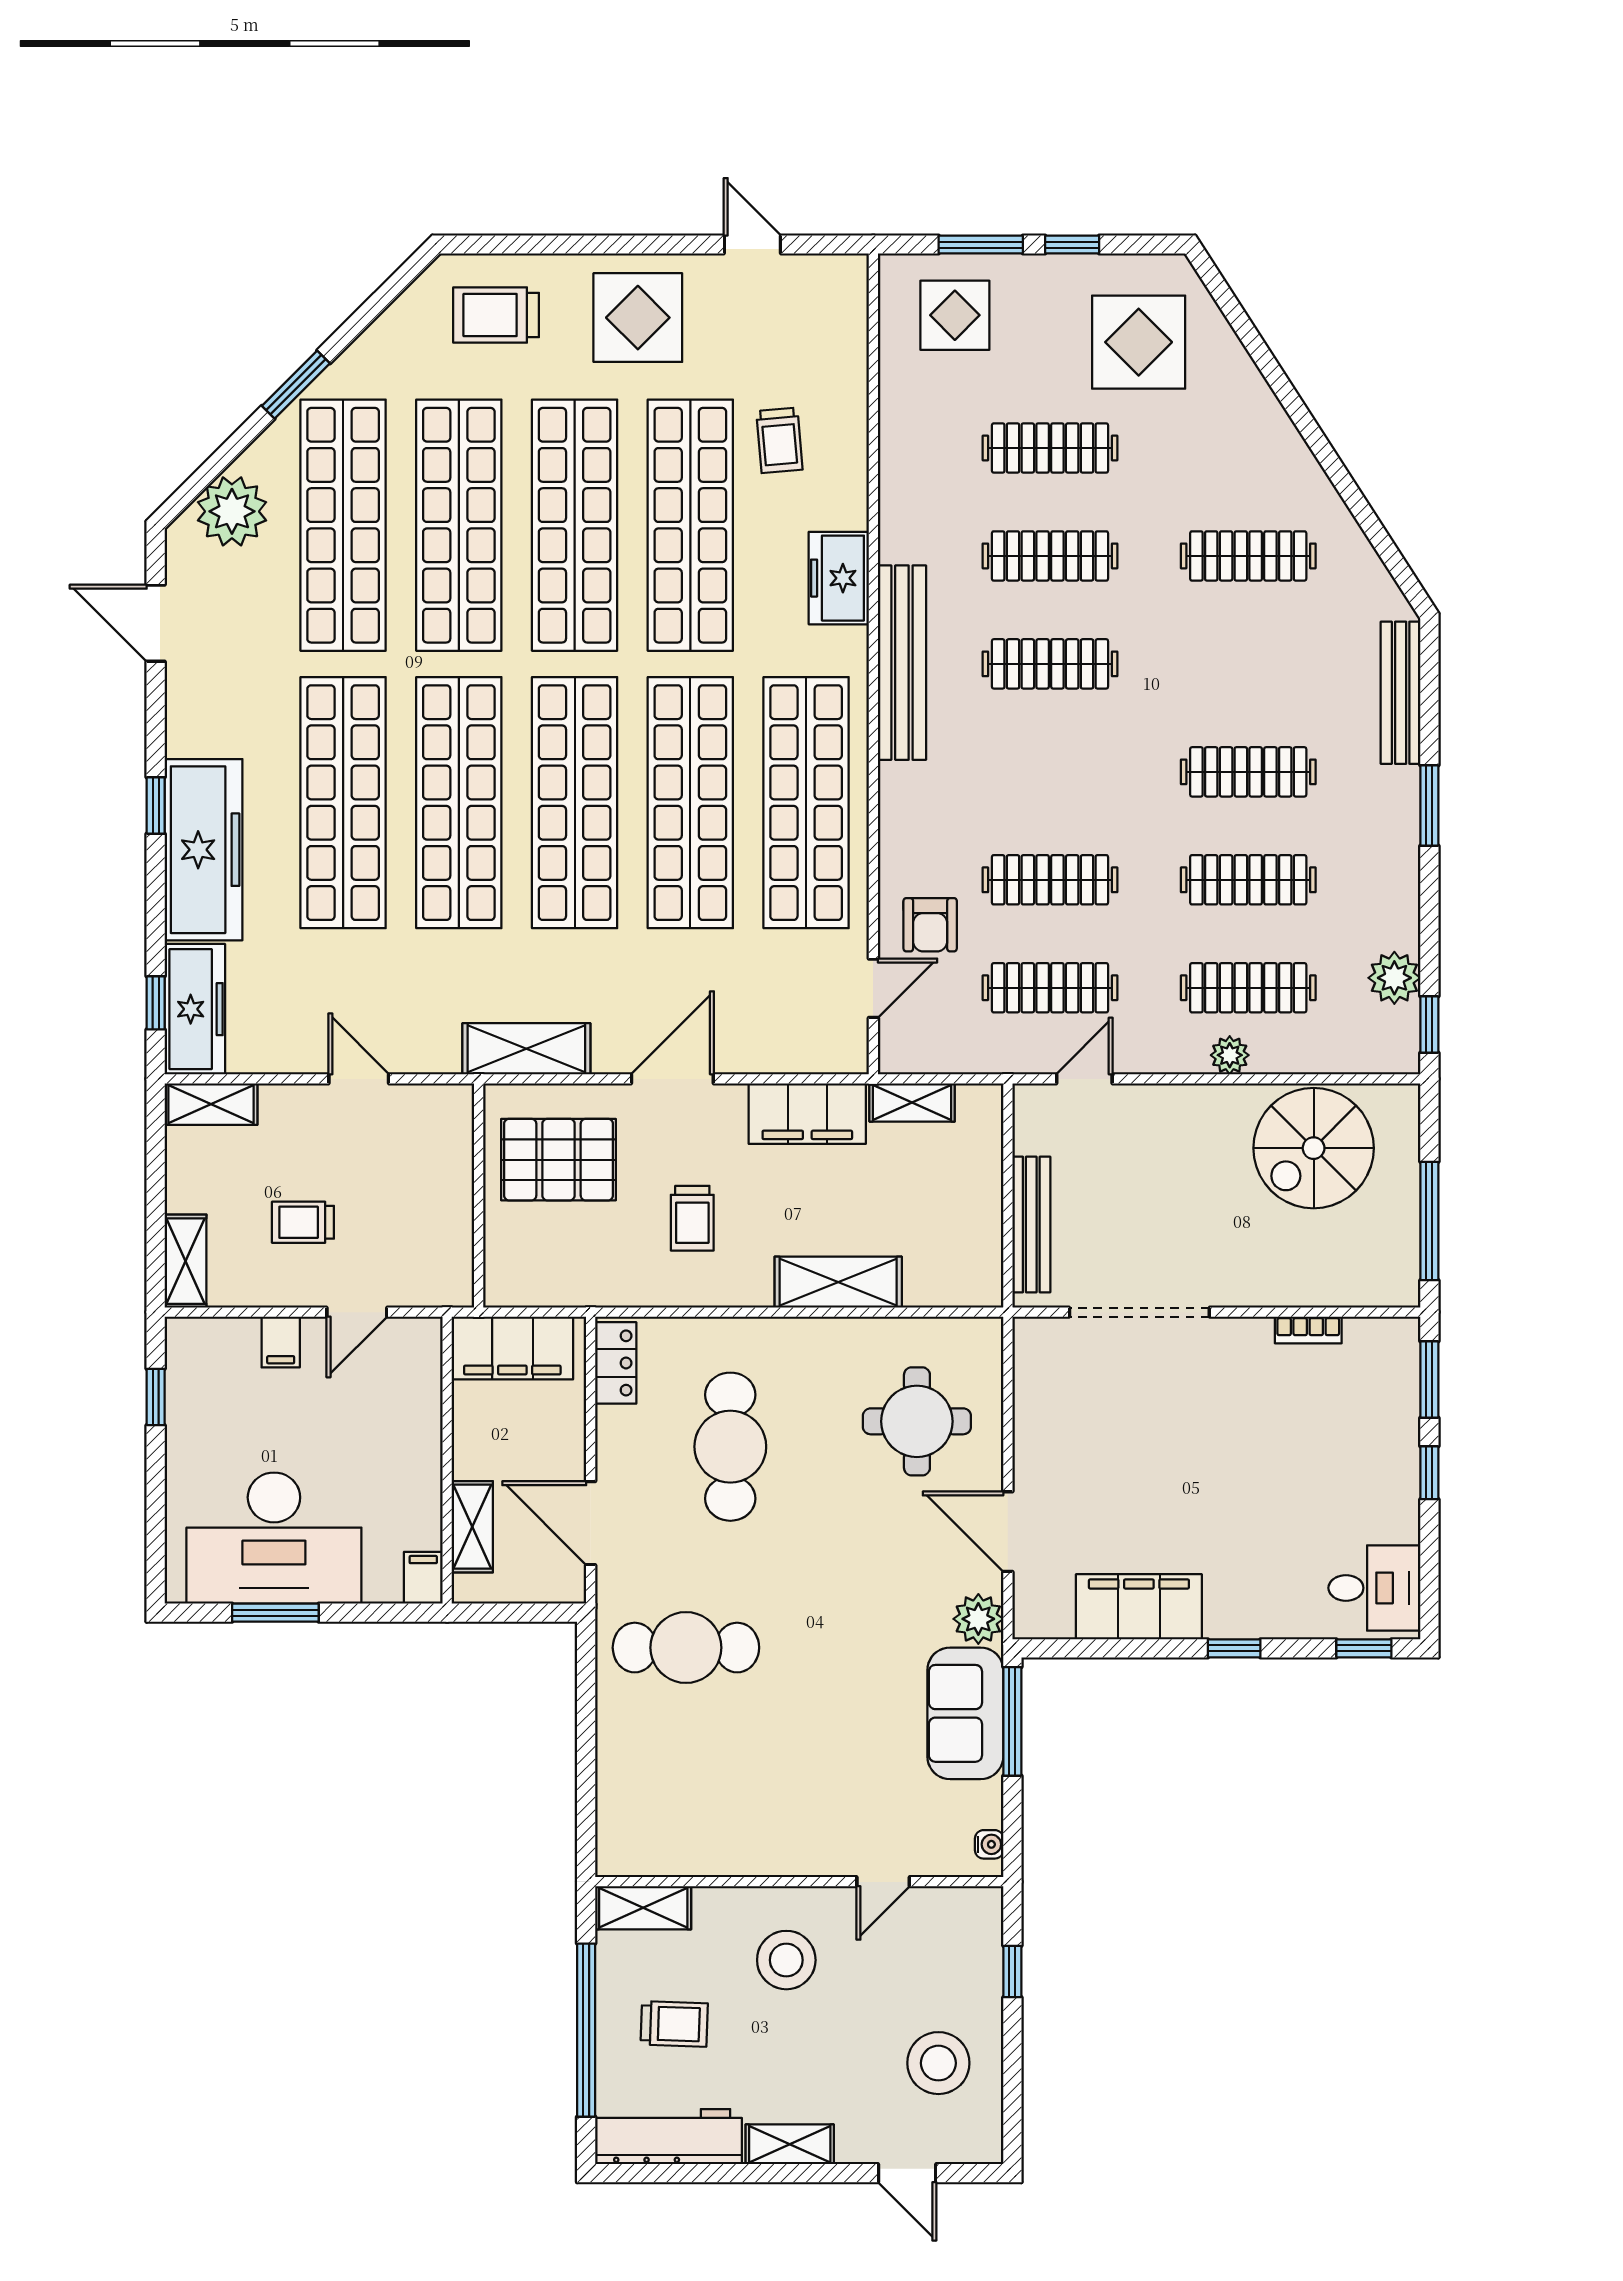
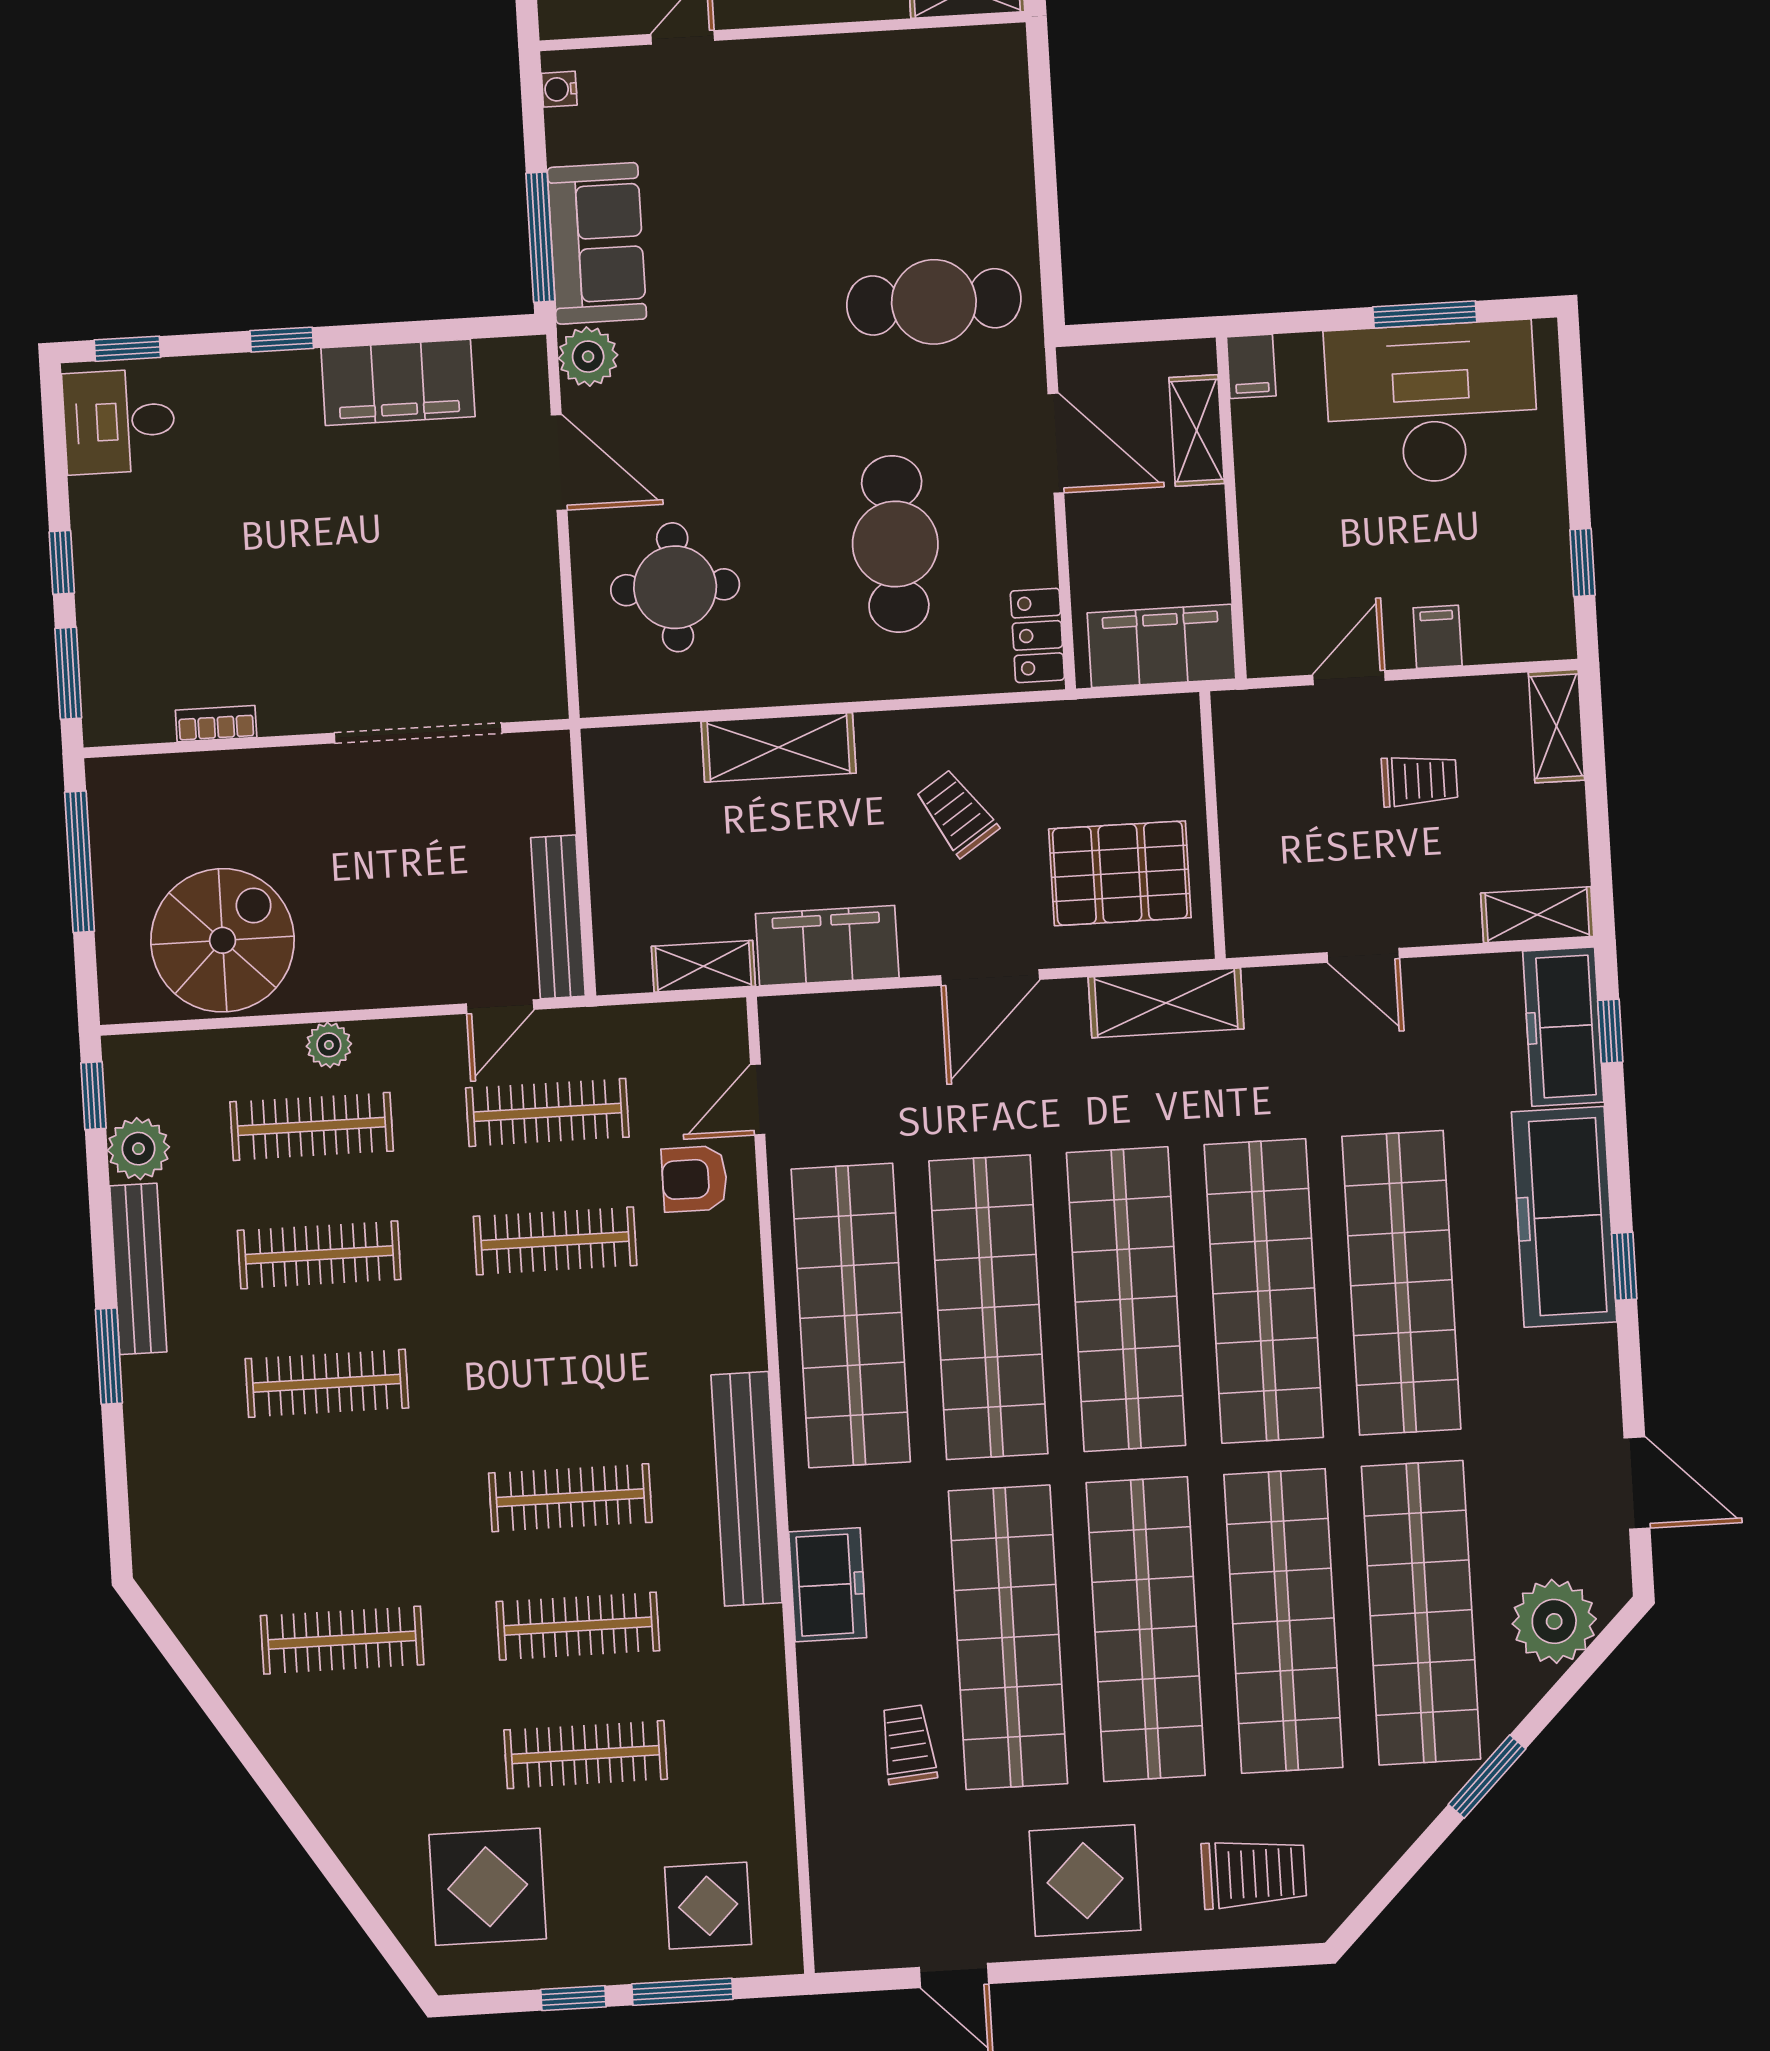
bench: (1401, 693) -> (138, 1269), moved
armchair: (930, 925) -> (694, 1179), turned -90
trolley: (692, 1218) -> (957, 813), turned -34
bench: (1031, 1225) -> (558, 917), moved

